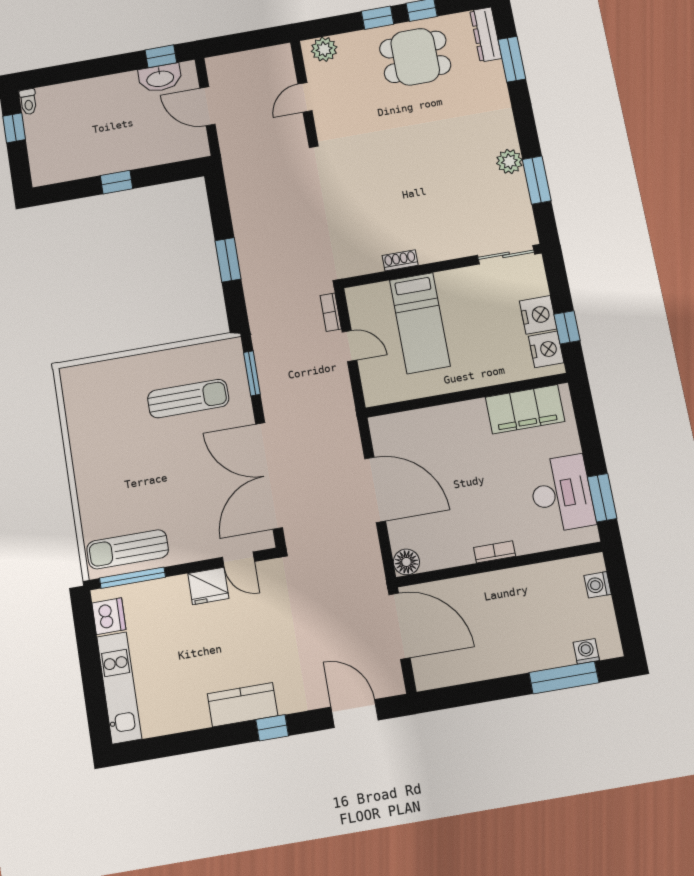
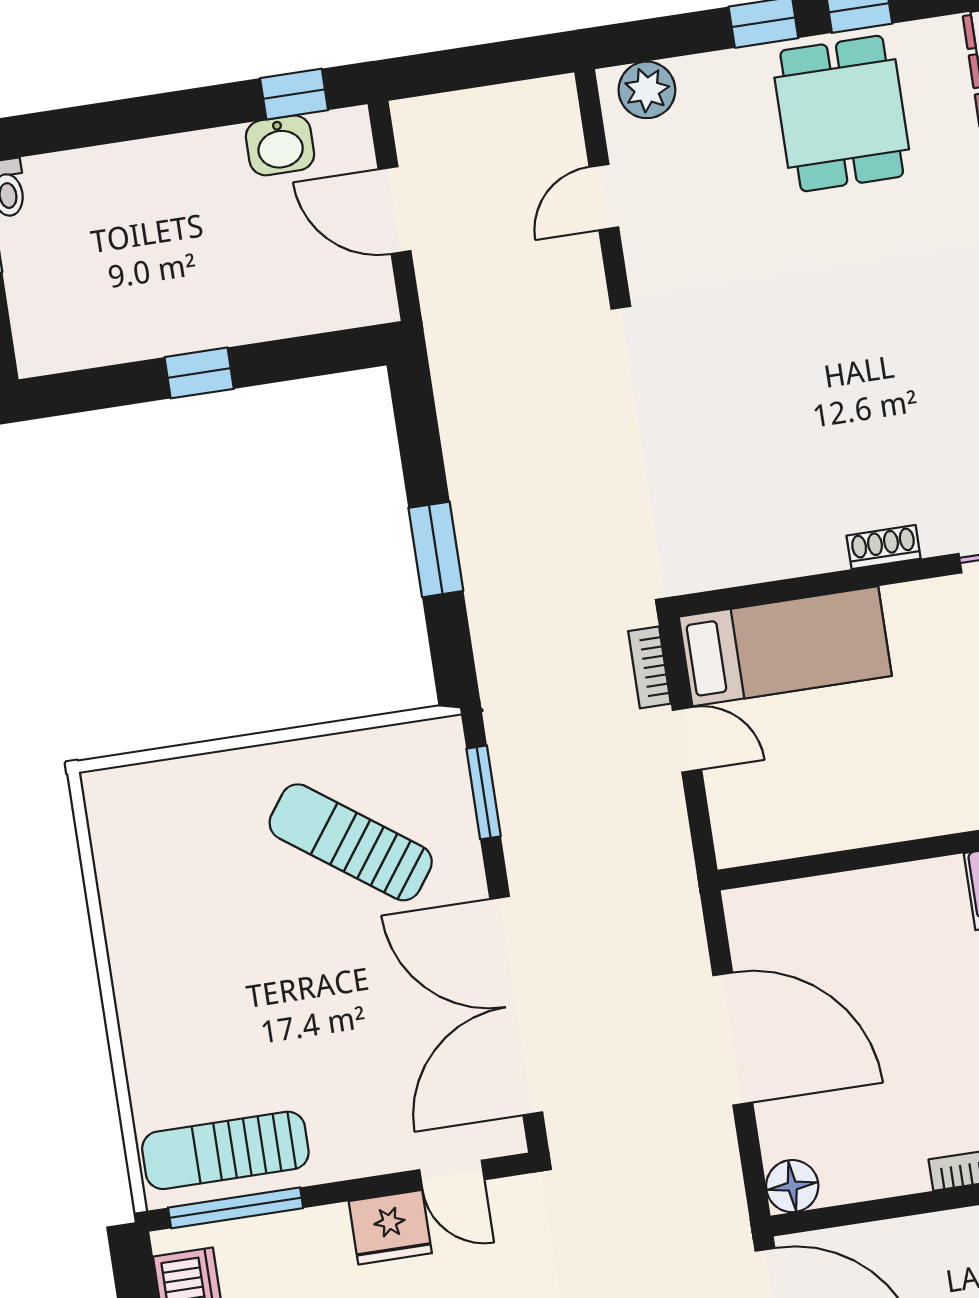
dining table: (415, 57) -> (842, 114), turned 90
washbasin: (160, 78) -> (280, 145), width x0.72
shoe rack: (400, 260) -> (884, 547), moved
bed: (420, 323) -> (785, 646), moved, turned -90
sun lounger: (188, 399) -> (351, 842), turned -144

